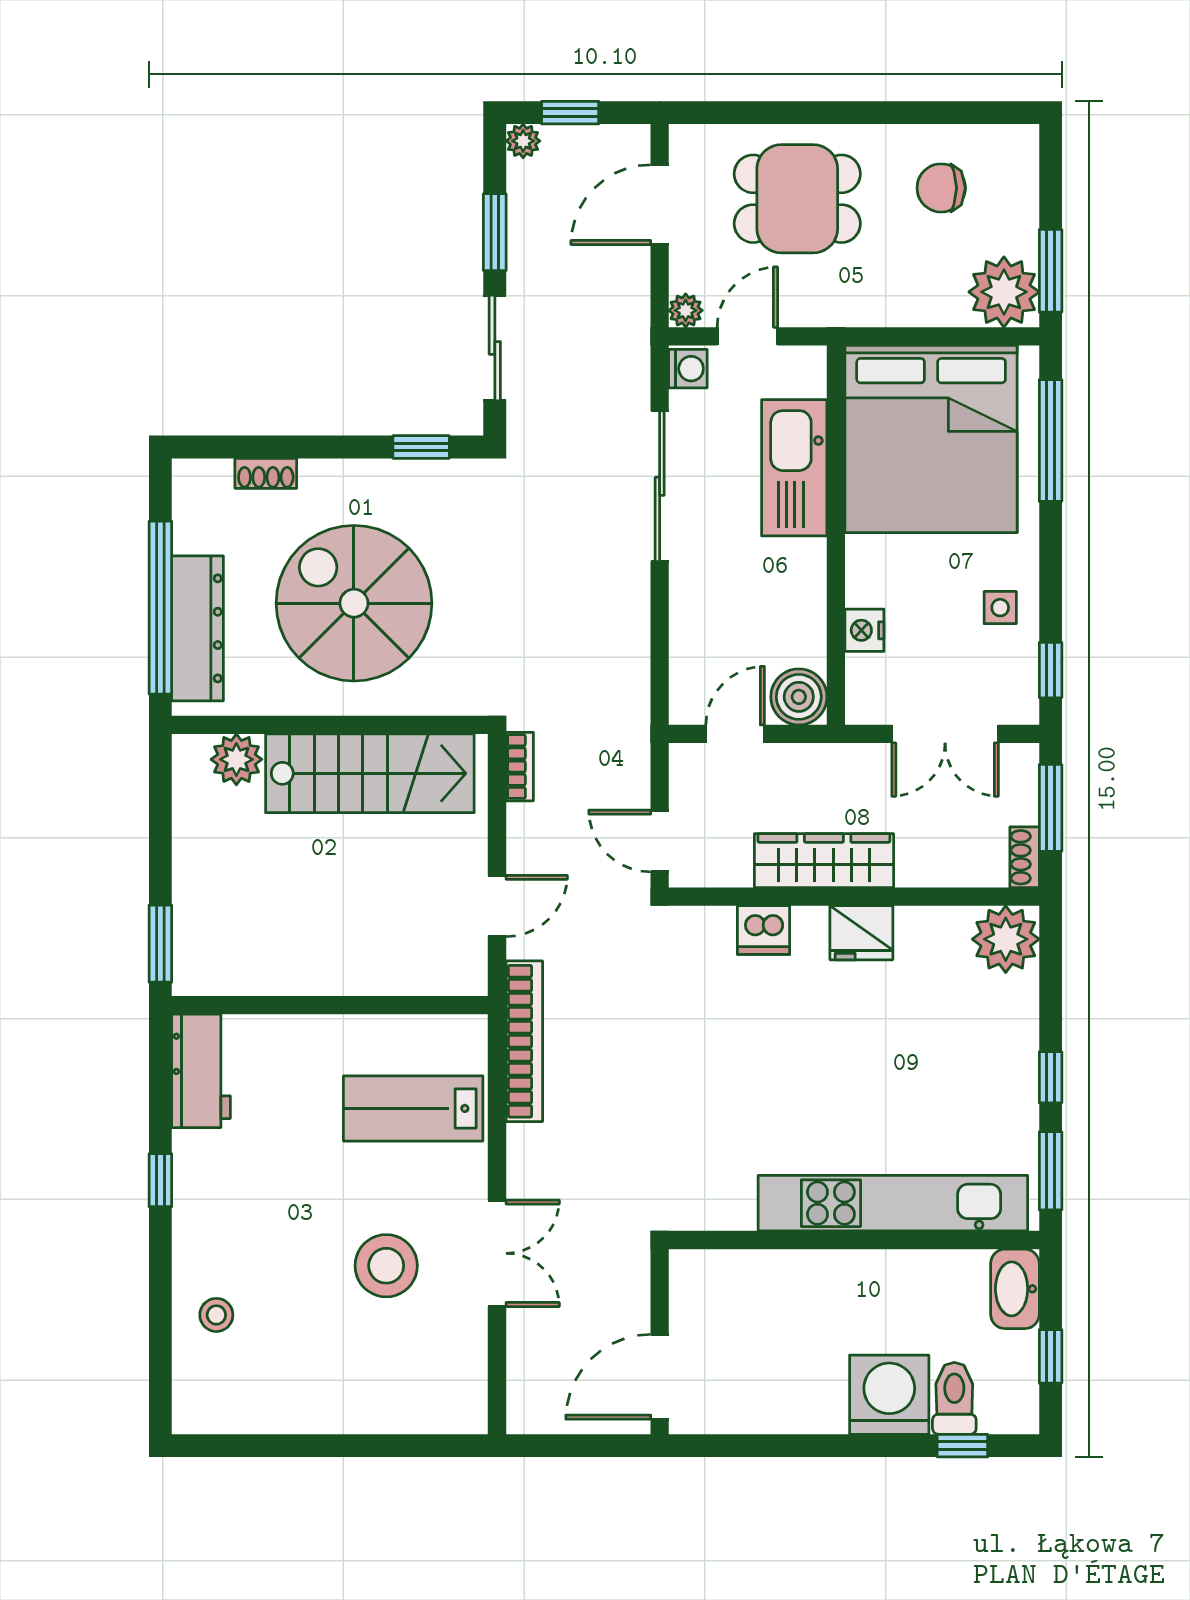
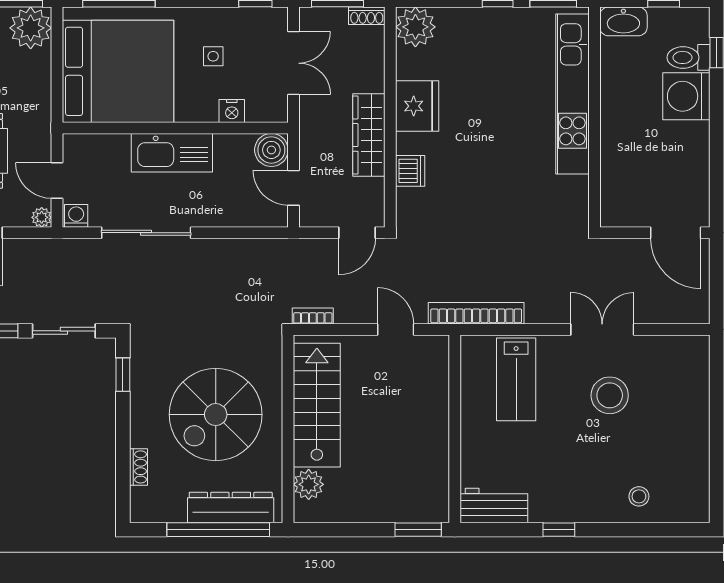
kitchen sink: (794, 468) -> (172, 153), moved
side table: (1000, 608) -> (213, 56), moved
fridge: (861, 933) -> (417, 106), width x1.36, depth x1.34

